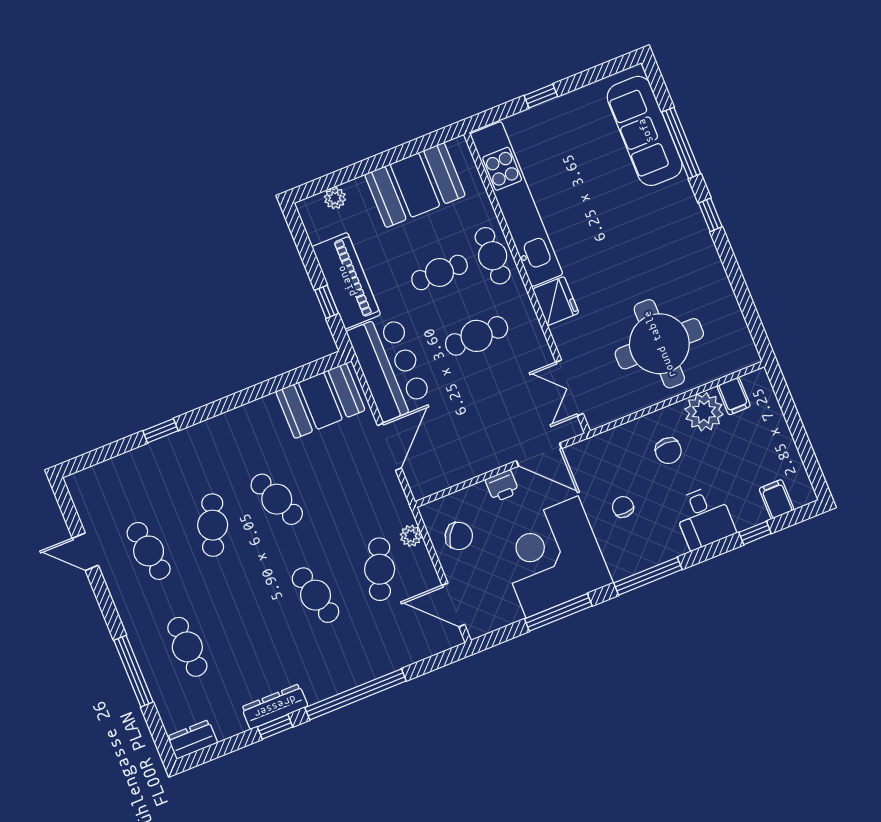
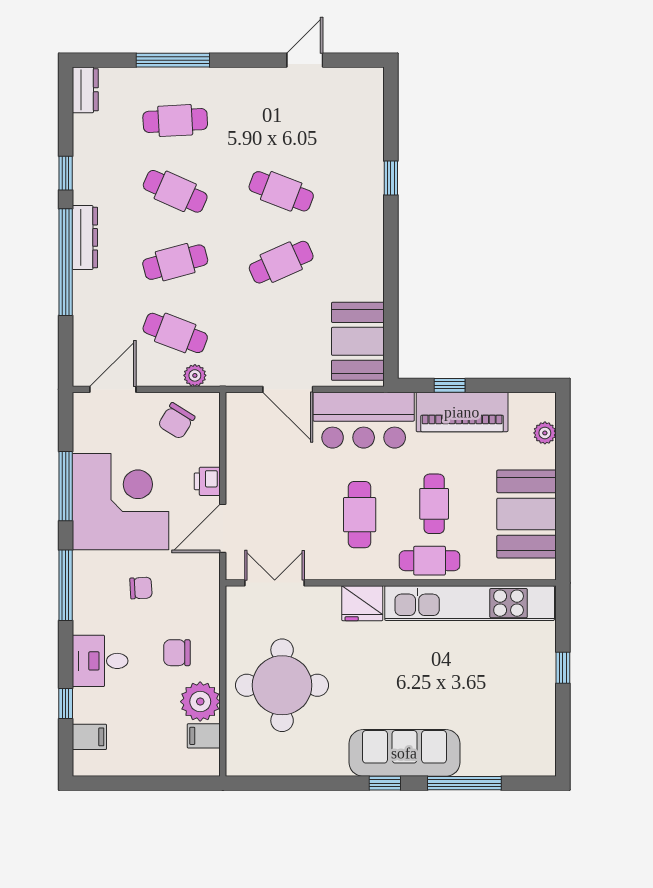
sofa: (645, 131) -> (404, 753), moved
cafe table: (149, 551) -> (175, 191), moved, turned 33
dresser: (275, 707) -> (85, 237), moved

